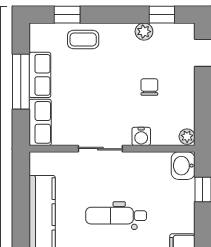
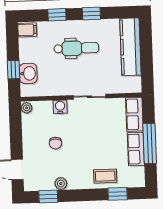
washbasin: (183, 166) -> (28, 73), moved

